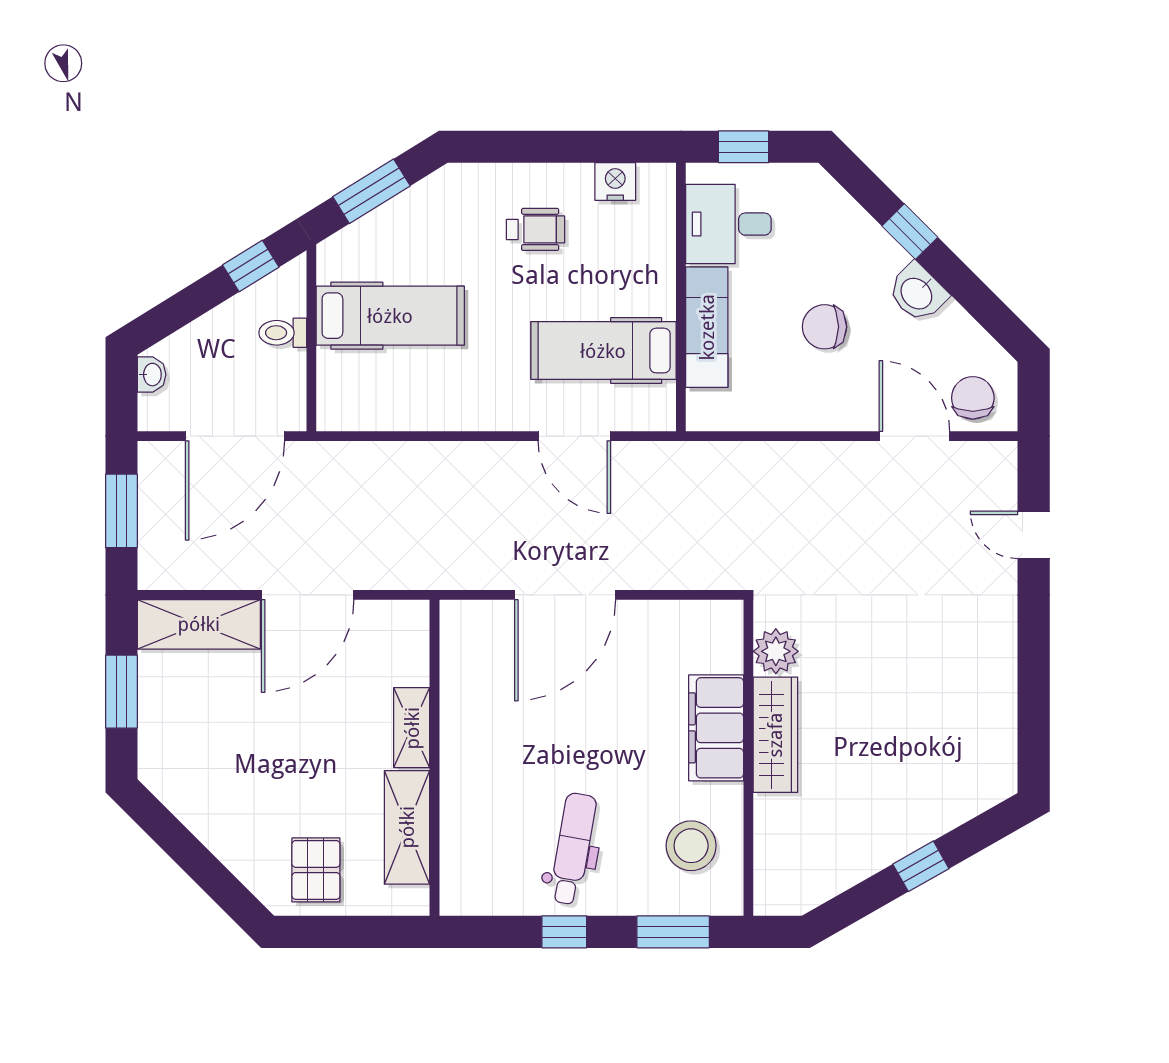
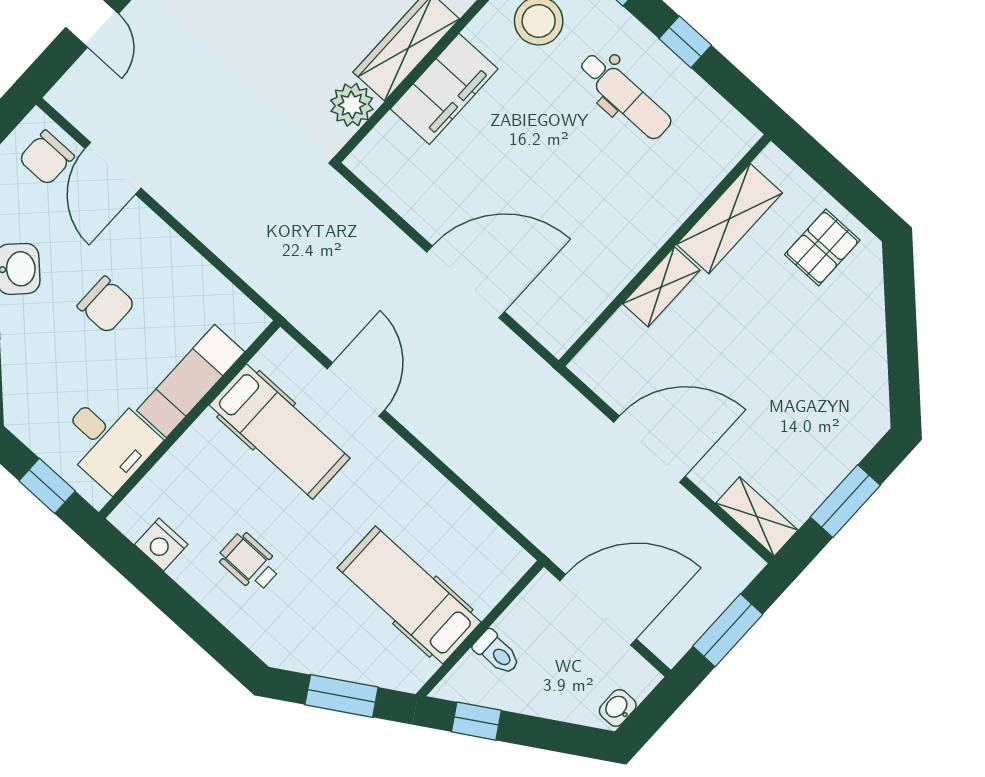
shelving: (199, 624) -> (757, 517), width x0.67, depth x0.75
dental chair: (573, 849) -> (625, 96), turned -100

